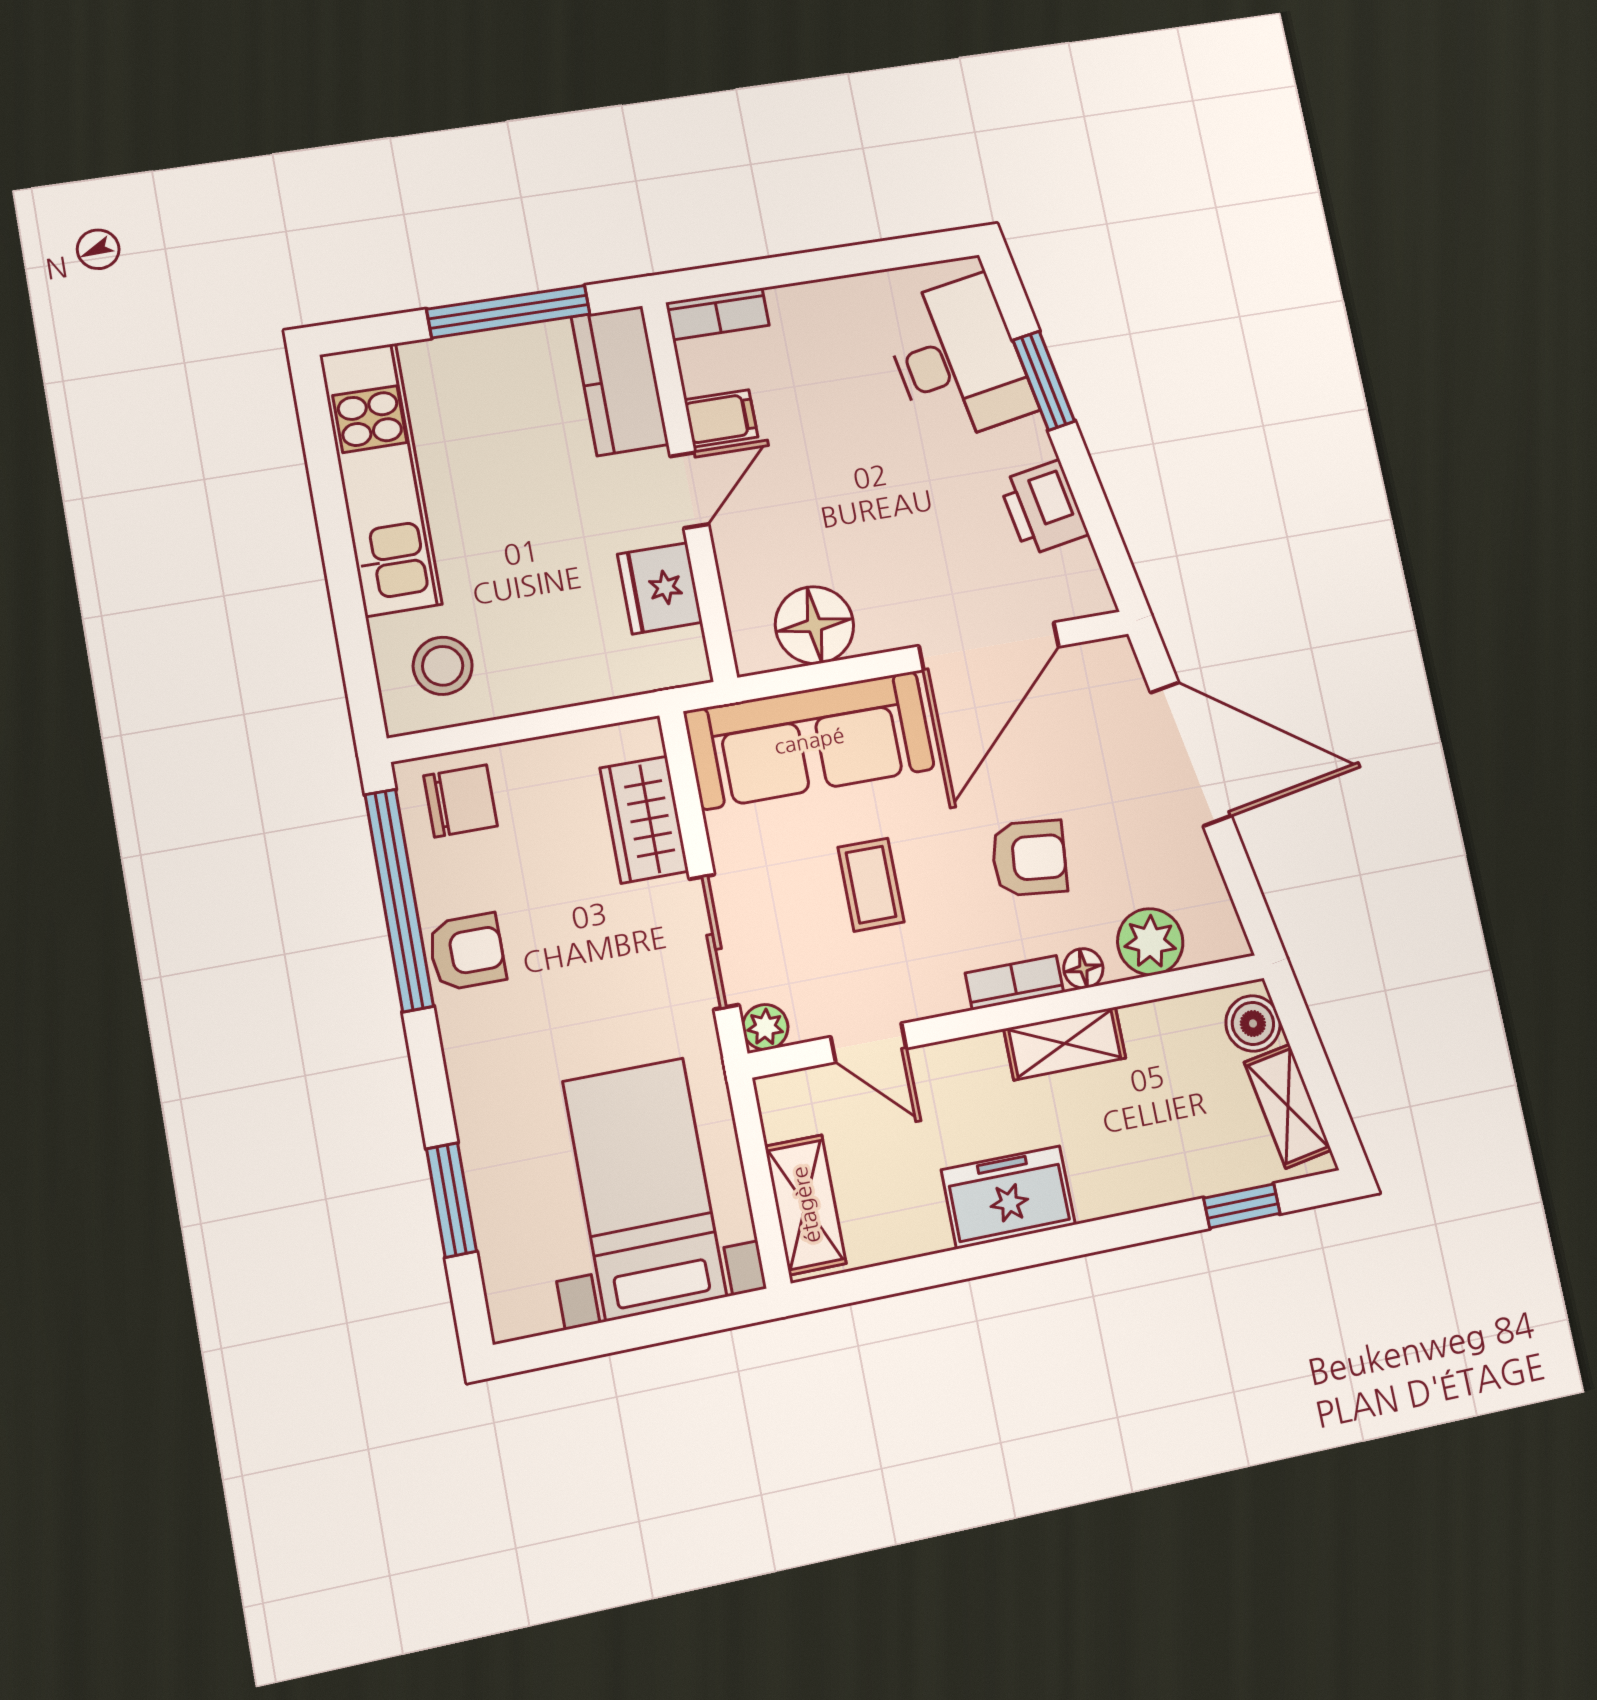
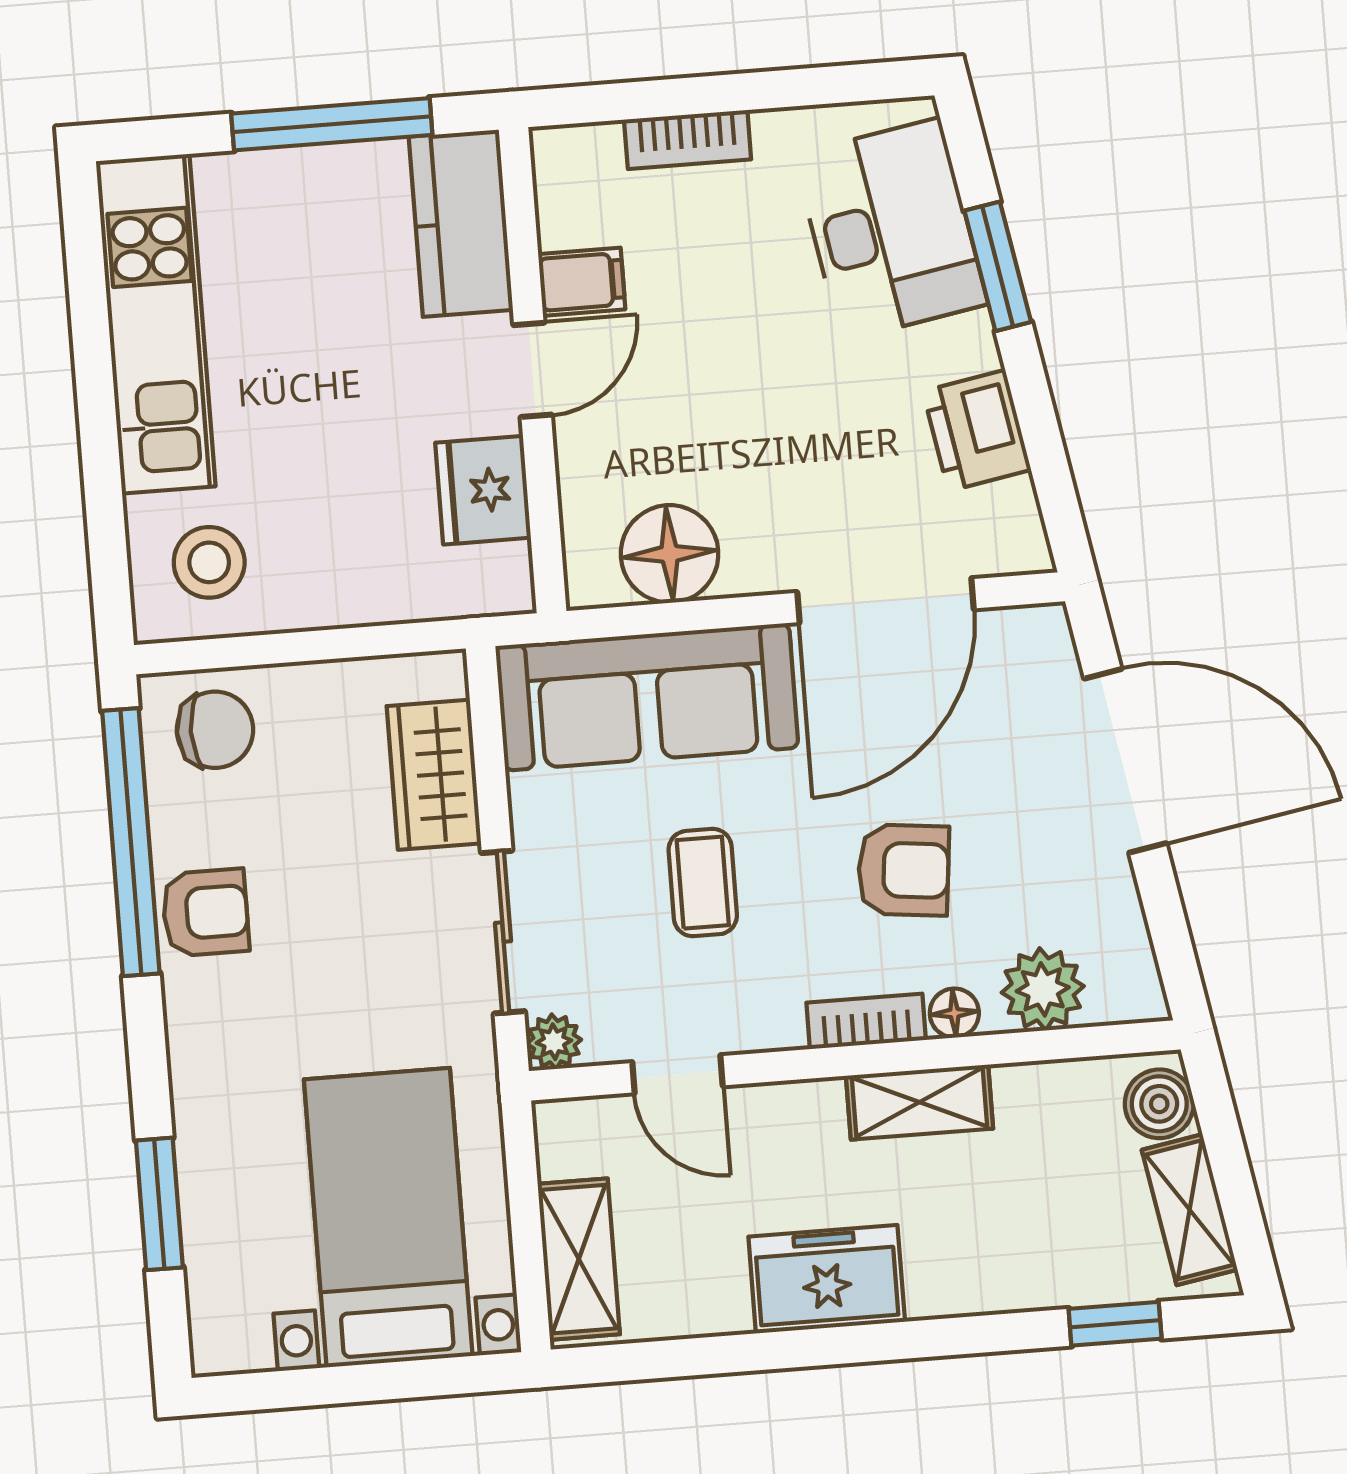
bookcase: (717, 314) -> (688, 139), moved

